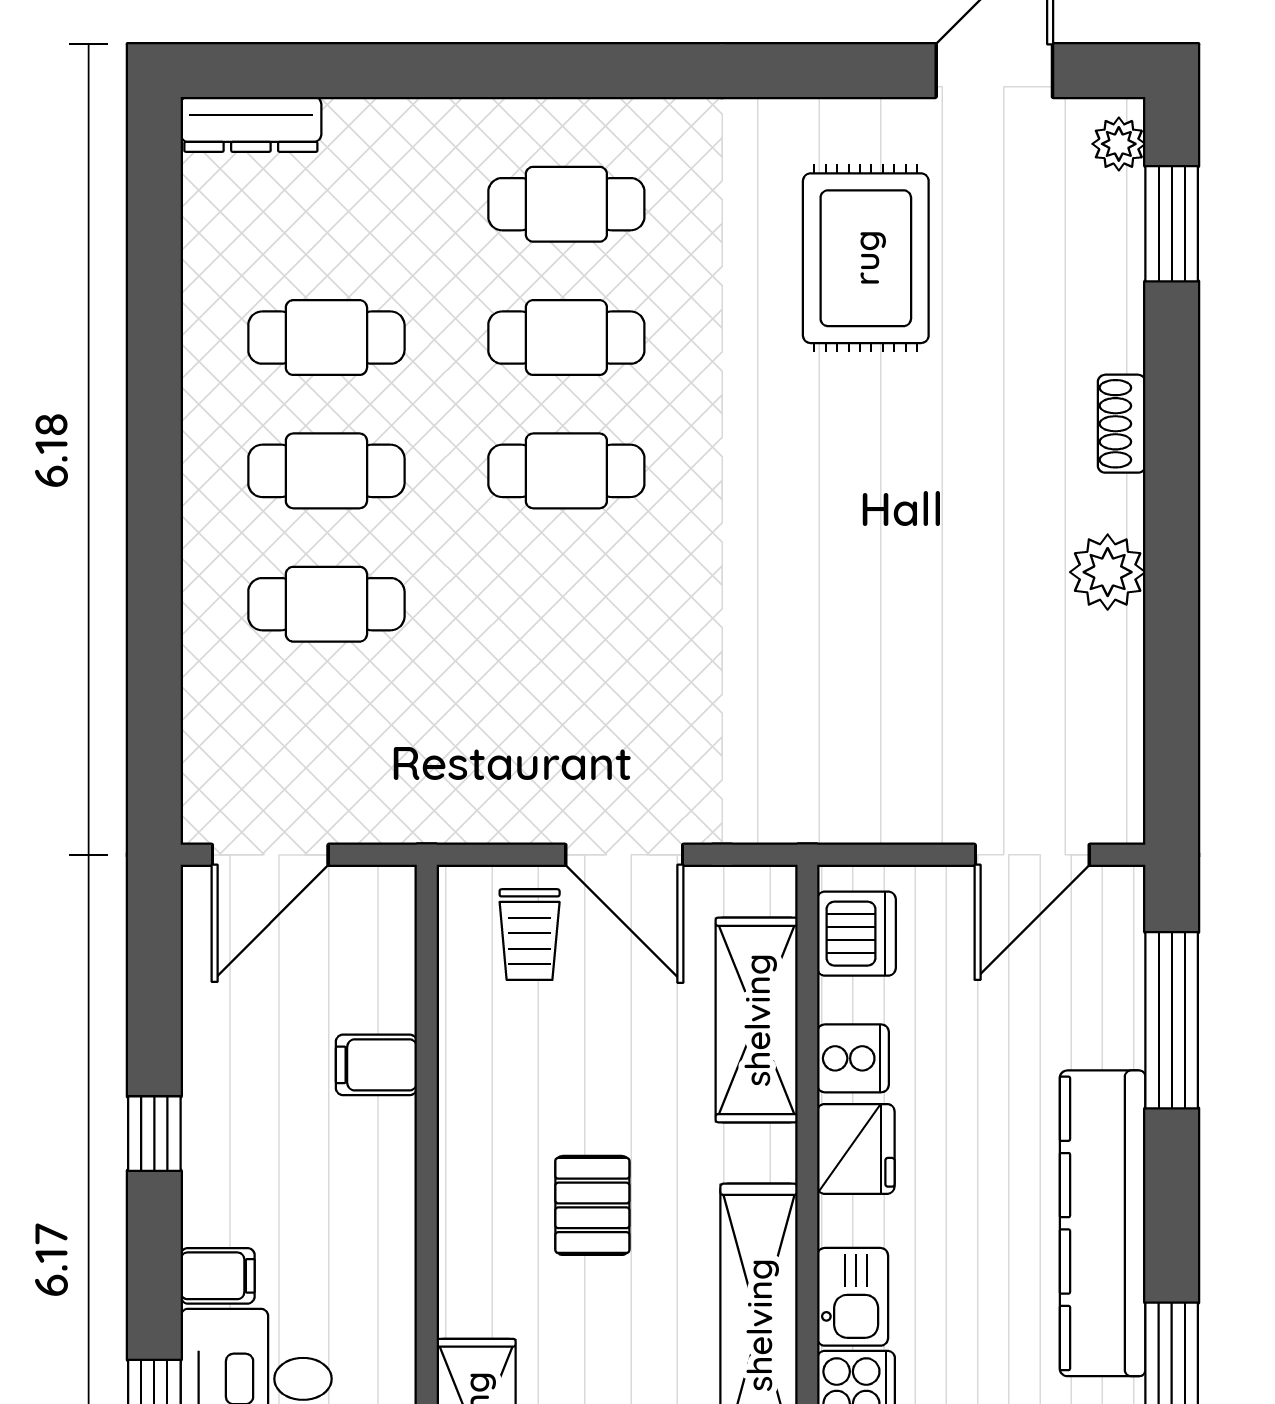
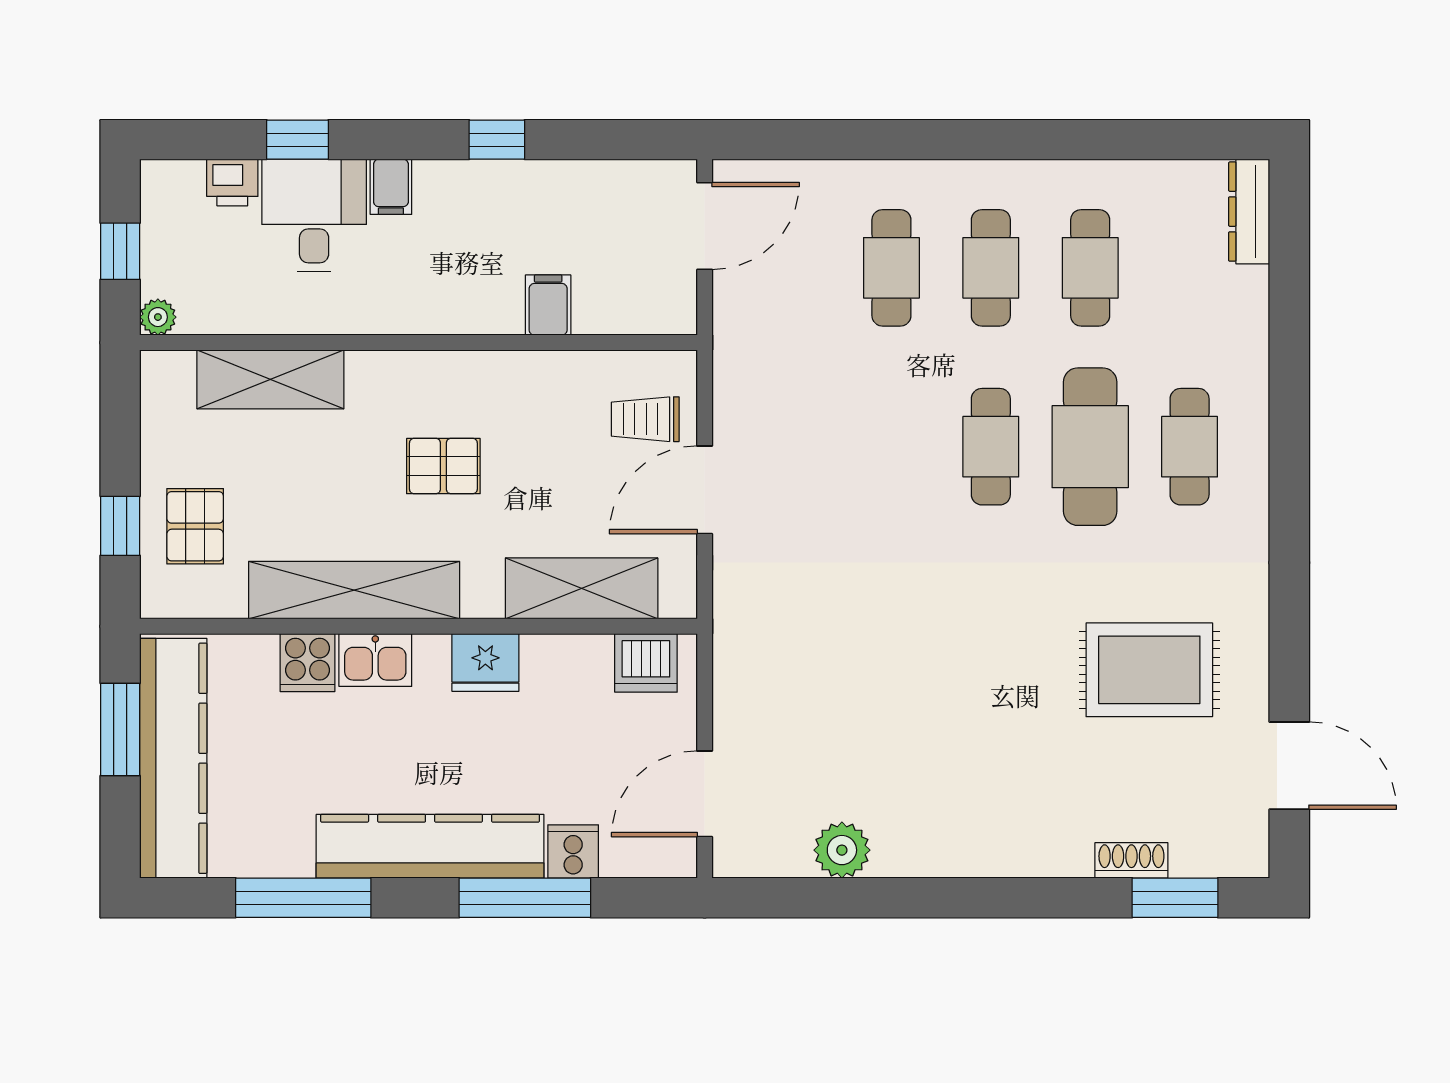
plant: (1119, 144) -> (1234, 858), removed
cafe table: (566, 338) -> (1090, 447), width x1.37, depth x1.35
shoe rack: (1122, 424) -> (1131, 860), moved
plant: (1108, 572) -> (842, 850), moved
door: (270, 855) -> (705, 226), swing flipped
door: (1032, 855) -> (705, 794), hinge flipped
window: (1172, 1020) -> (525, 898), moved
cooker: (853, 1058) -> (573, 852), moved, turned 180

